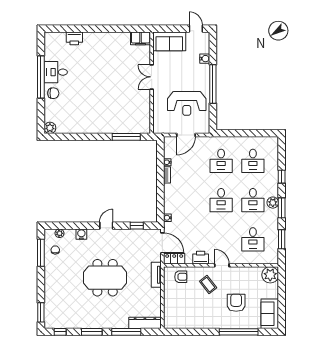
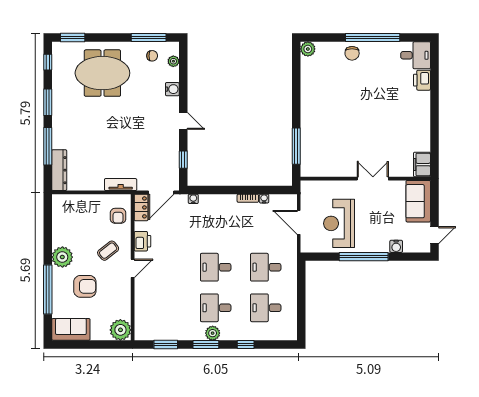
desk: (56, 72) -> (416, 55), moved, turned 90
desk: (253, 239) -> (166, 308), removed
meeting table: (105, 278) -> (102, 73), moved, turned 90
plant: (213, 320) -> (62, 257), added

